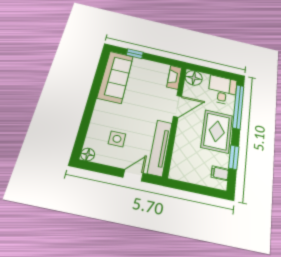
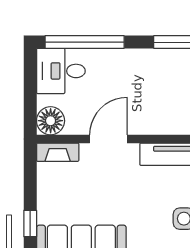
door: (178, 106) -> (108, 139), hinge flipped
rug: (217, 131) -> (136, 72), removed

